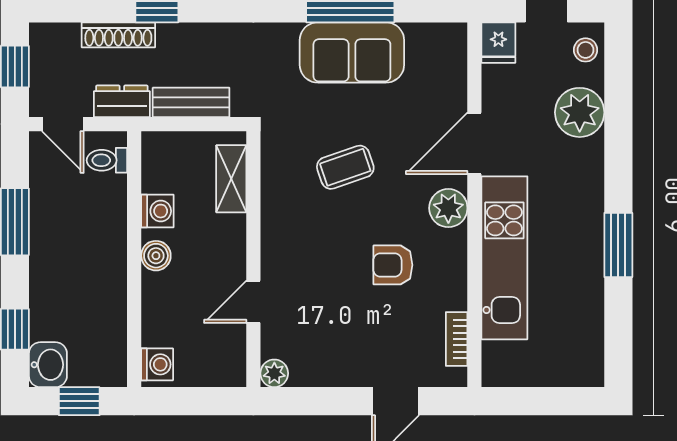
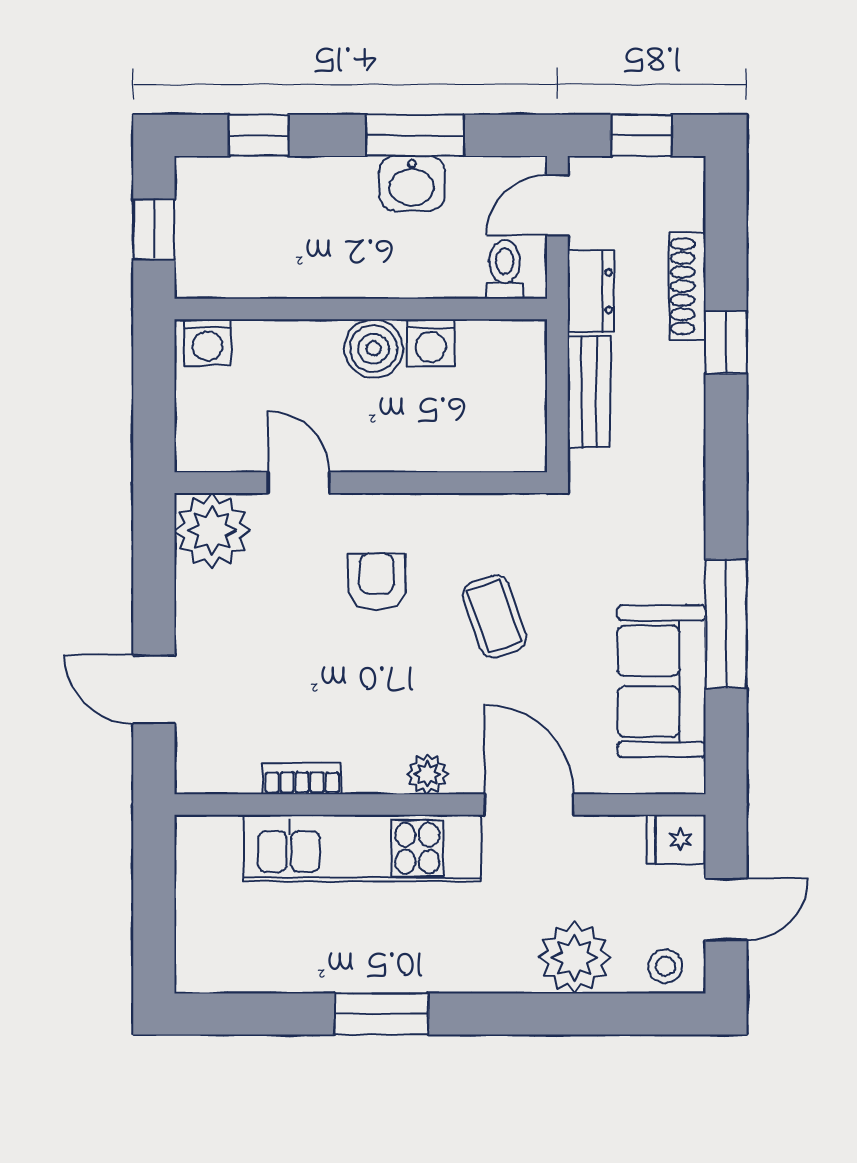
sofa: (352, 52) -> (662, 681), moved
shelving: (231, 179) -> (478, 450), removed
plant: (448, 208) -> (428, 774), width x0.73, depth x0.73
boiler: (156, 256) -> (374, 349), width x1.36, depth x1.36
armchair: (393, 265) -> (377, 582), moved
bookcase: (457, 339) -> (302, 779), moved
washbasin: (48, 365) -> (412, 183), moved
plant: (274, 373) -> (212, 531), width x1.88, depth x1.88

